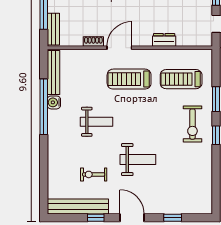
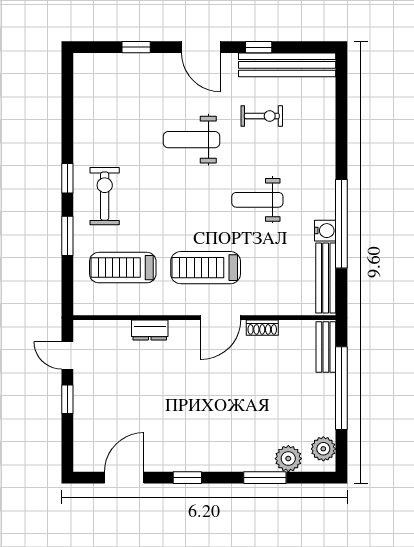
treadmill: (129, 79) -> (206, 268), turned 180
treadmill: (181, 79) -> (123, 268), turned 180

